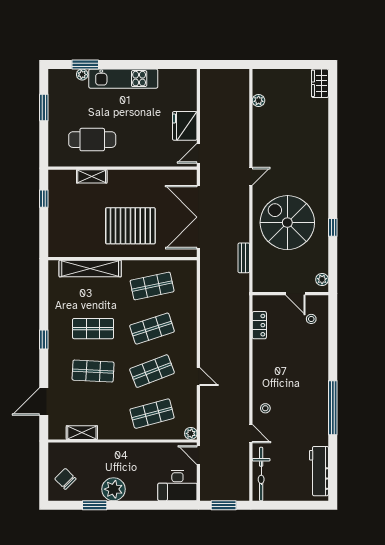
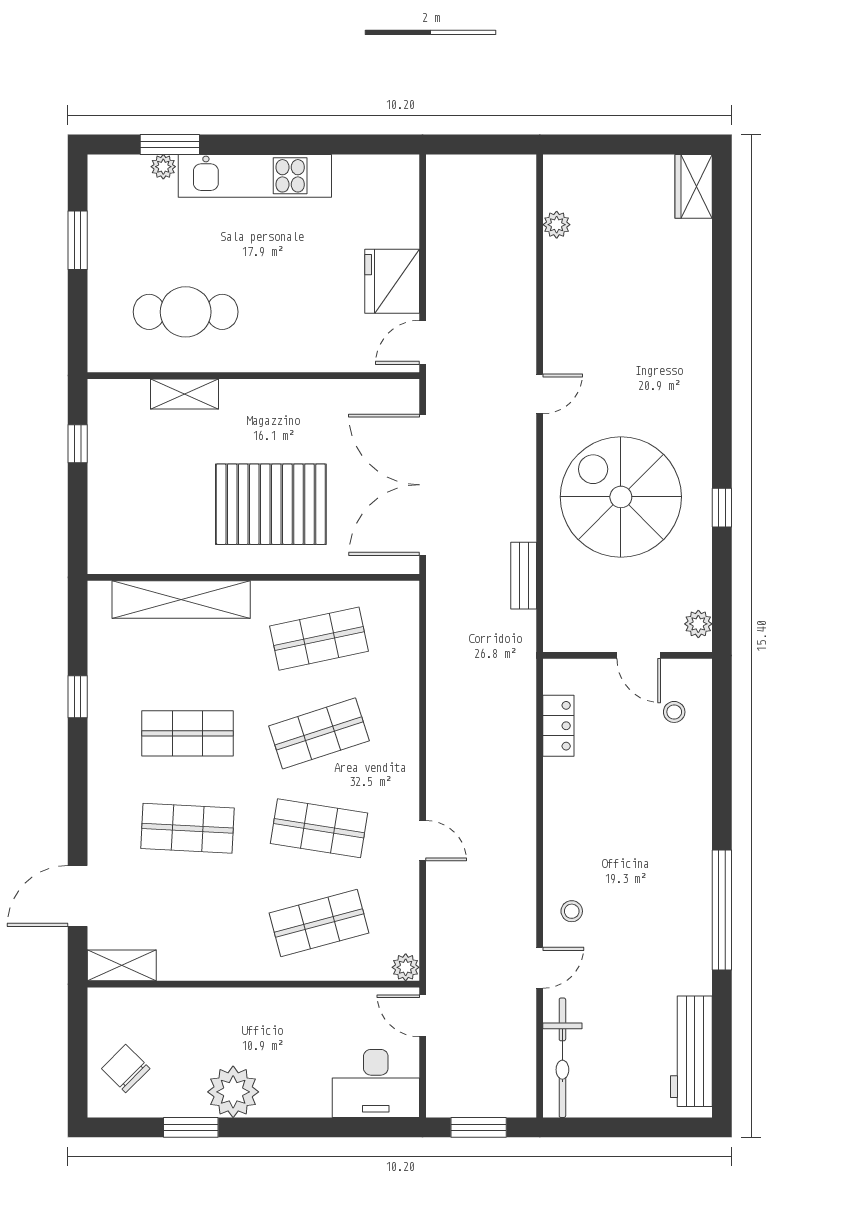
window: (44, 339) -> (78, 697), moved
shop shelf: (152, 371) -> (319, 828), turned 30
shelving: (82, 433) -> (122, 965), moved
door: (251, 434) -> (540, 968), hinge flipped

